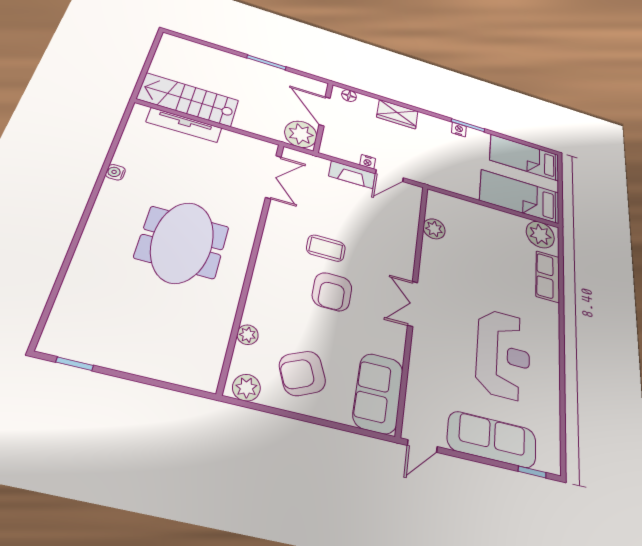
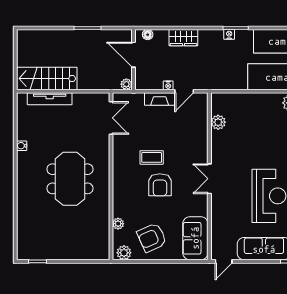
plant: (301, 134) -> (126, 84), width x0.53, depth x0.53

